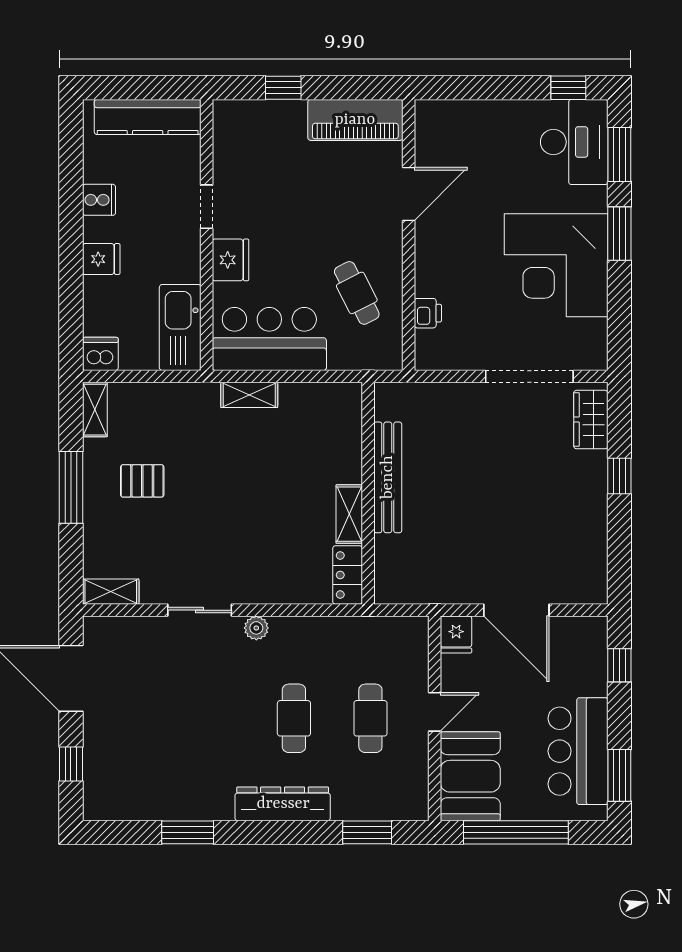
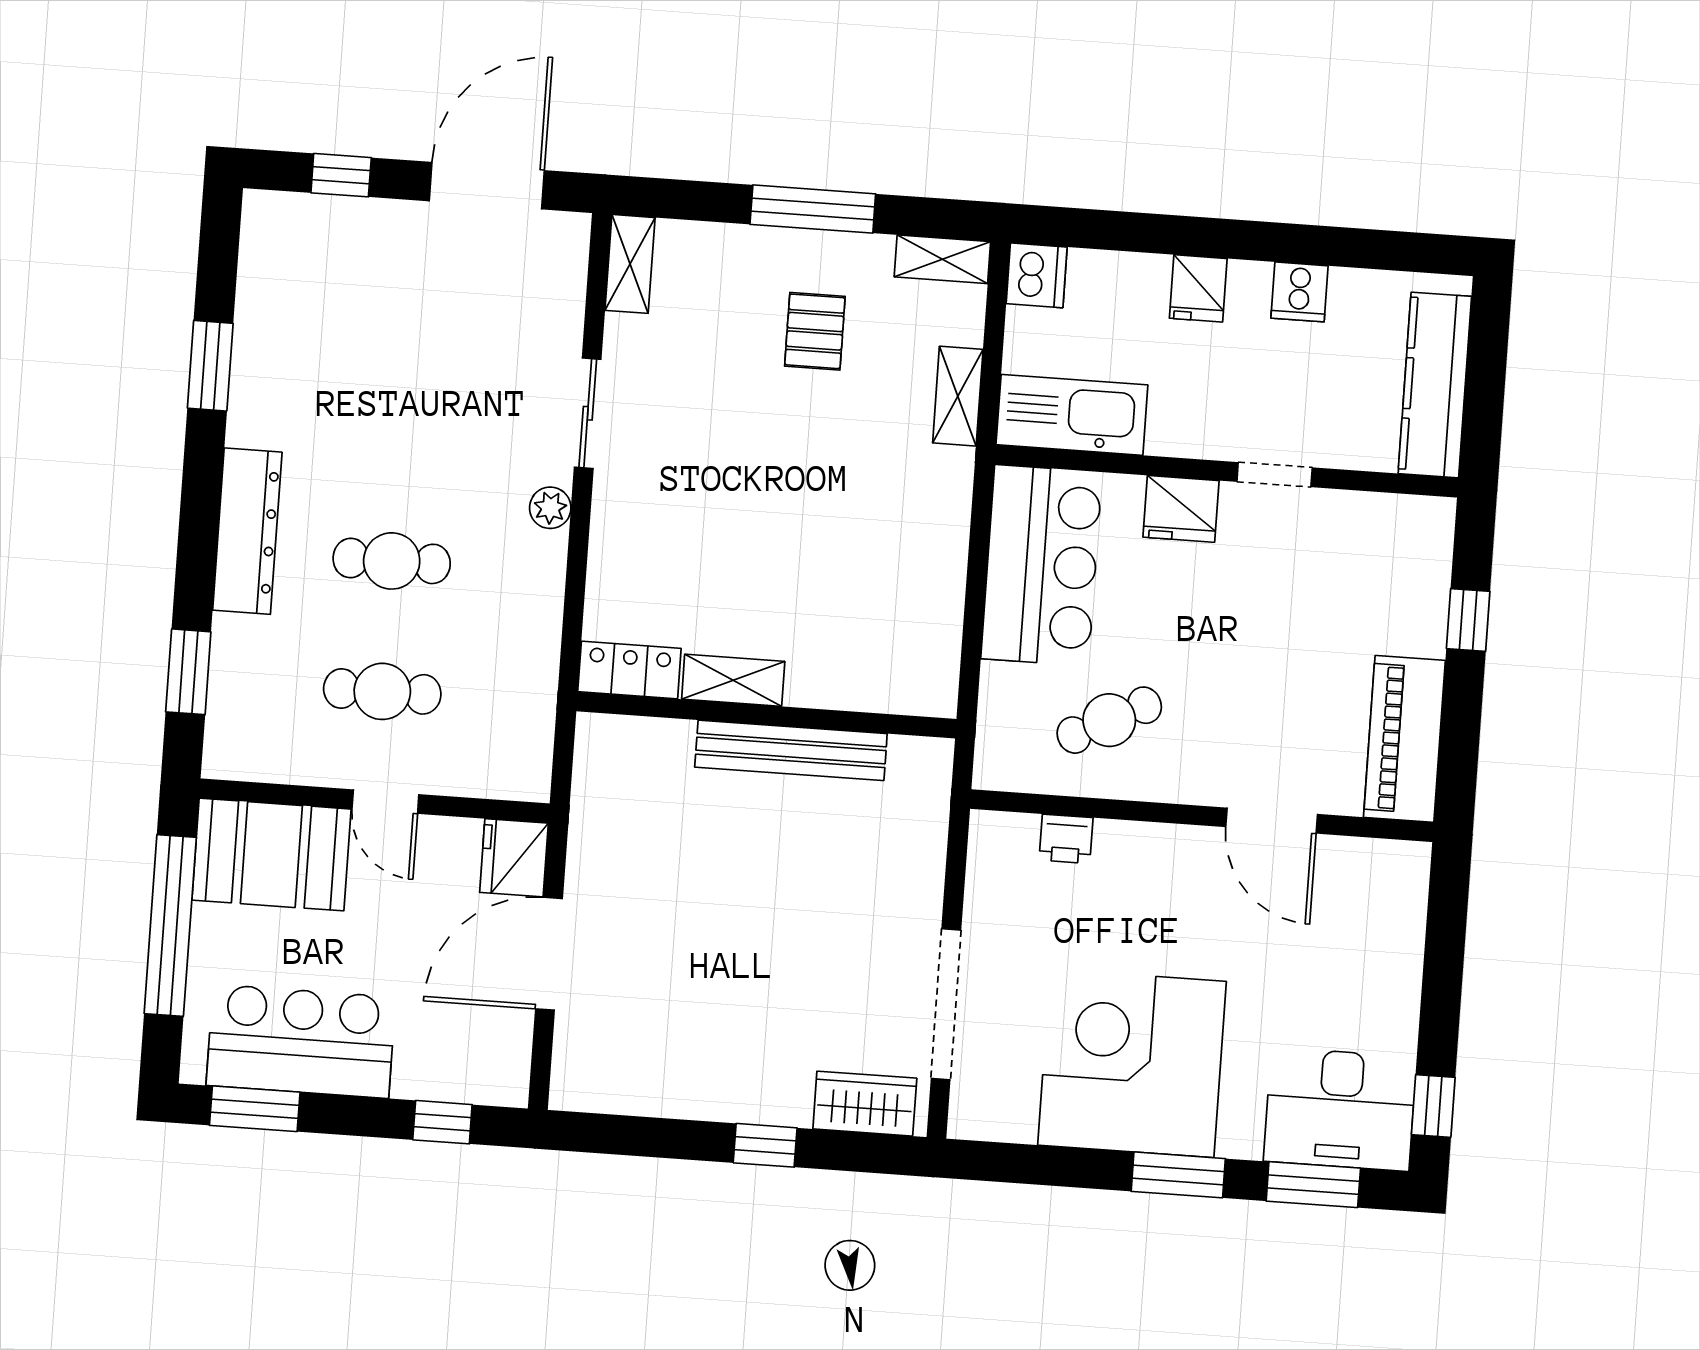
shelving: (249, 395) -> (958, 396), moved
fridge: (456, 634) -> (514, 858), width x1.38

